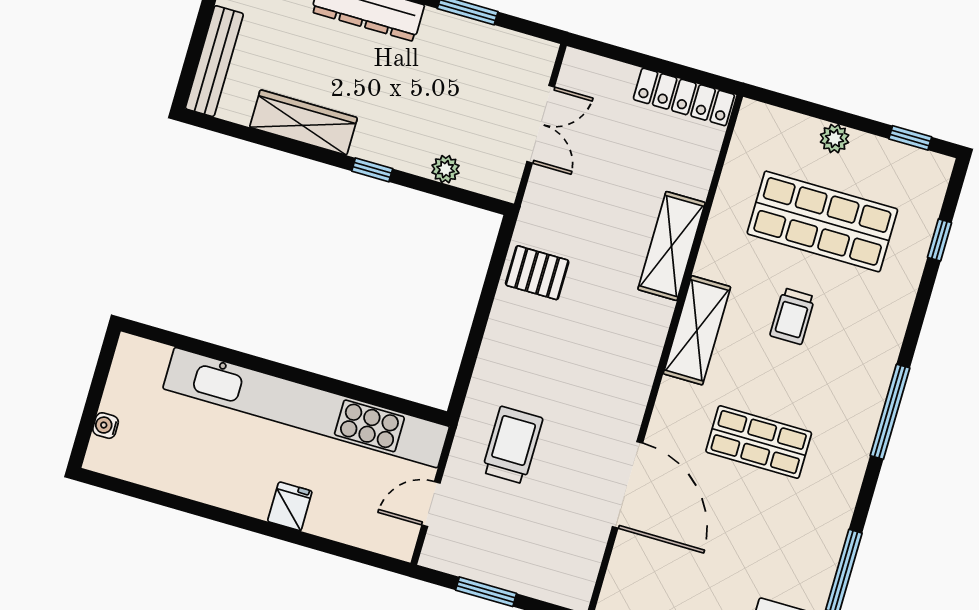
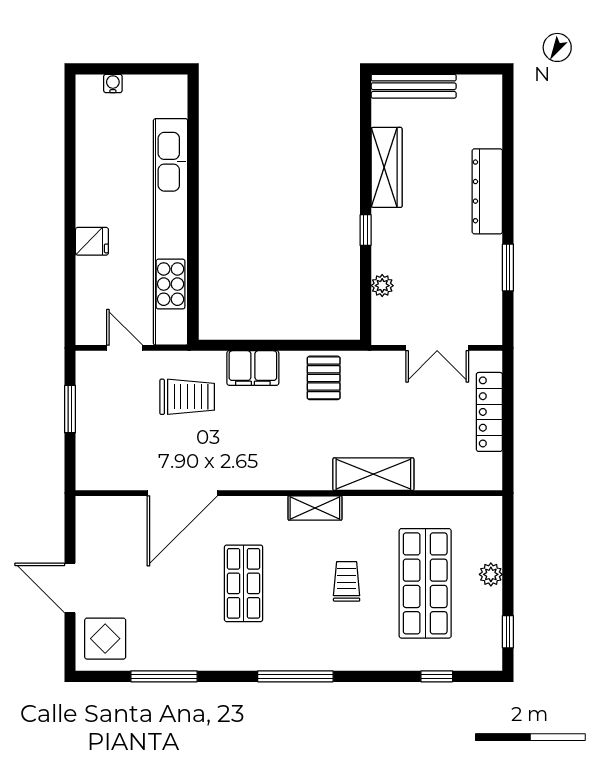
locker: (684, 97) -> (489, 412), moved
trolley: (792, 316) -> (347, 581), turned 90
shelving: (697, 330) -> (315, 508), width x0.67, depth x0.75
filing cabinet: (500, 355) -> (253, 368), added

